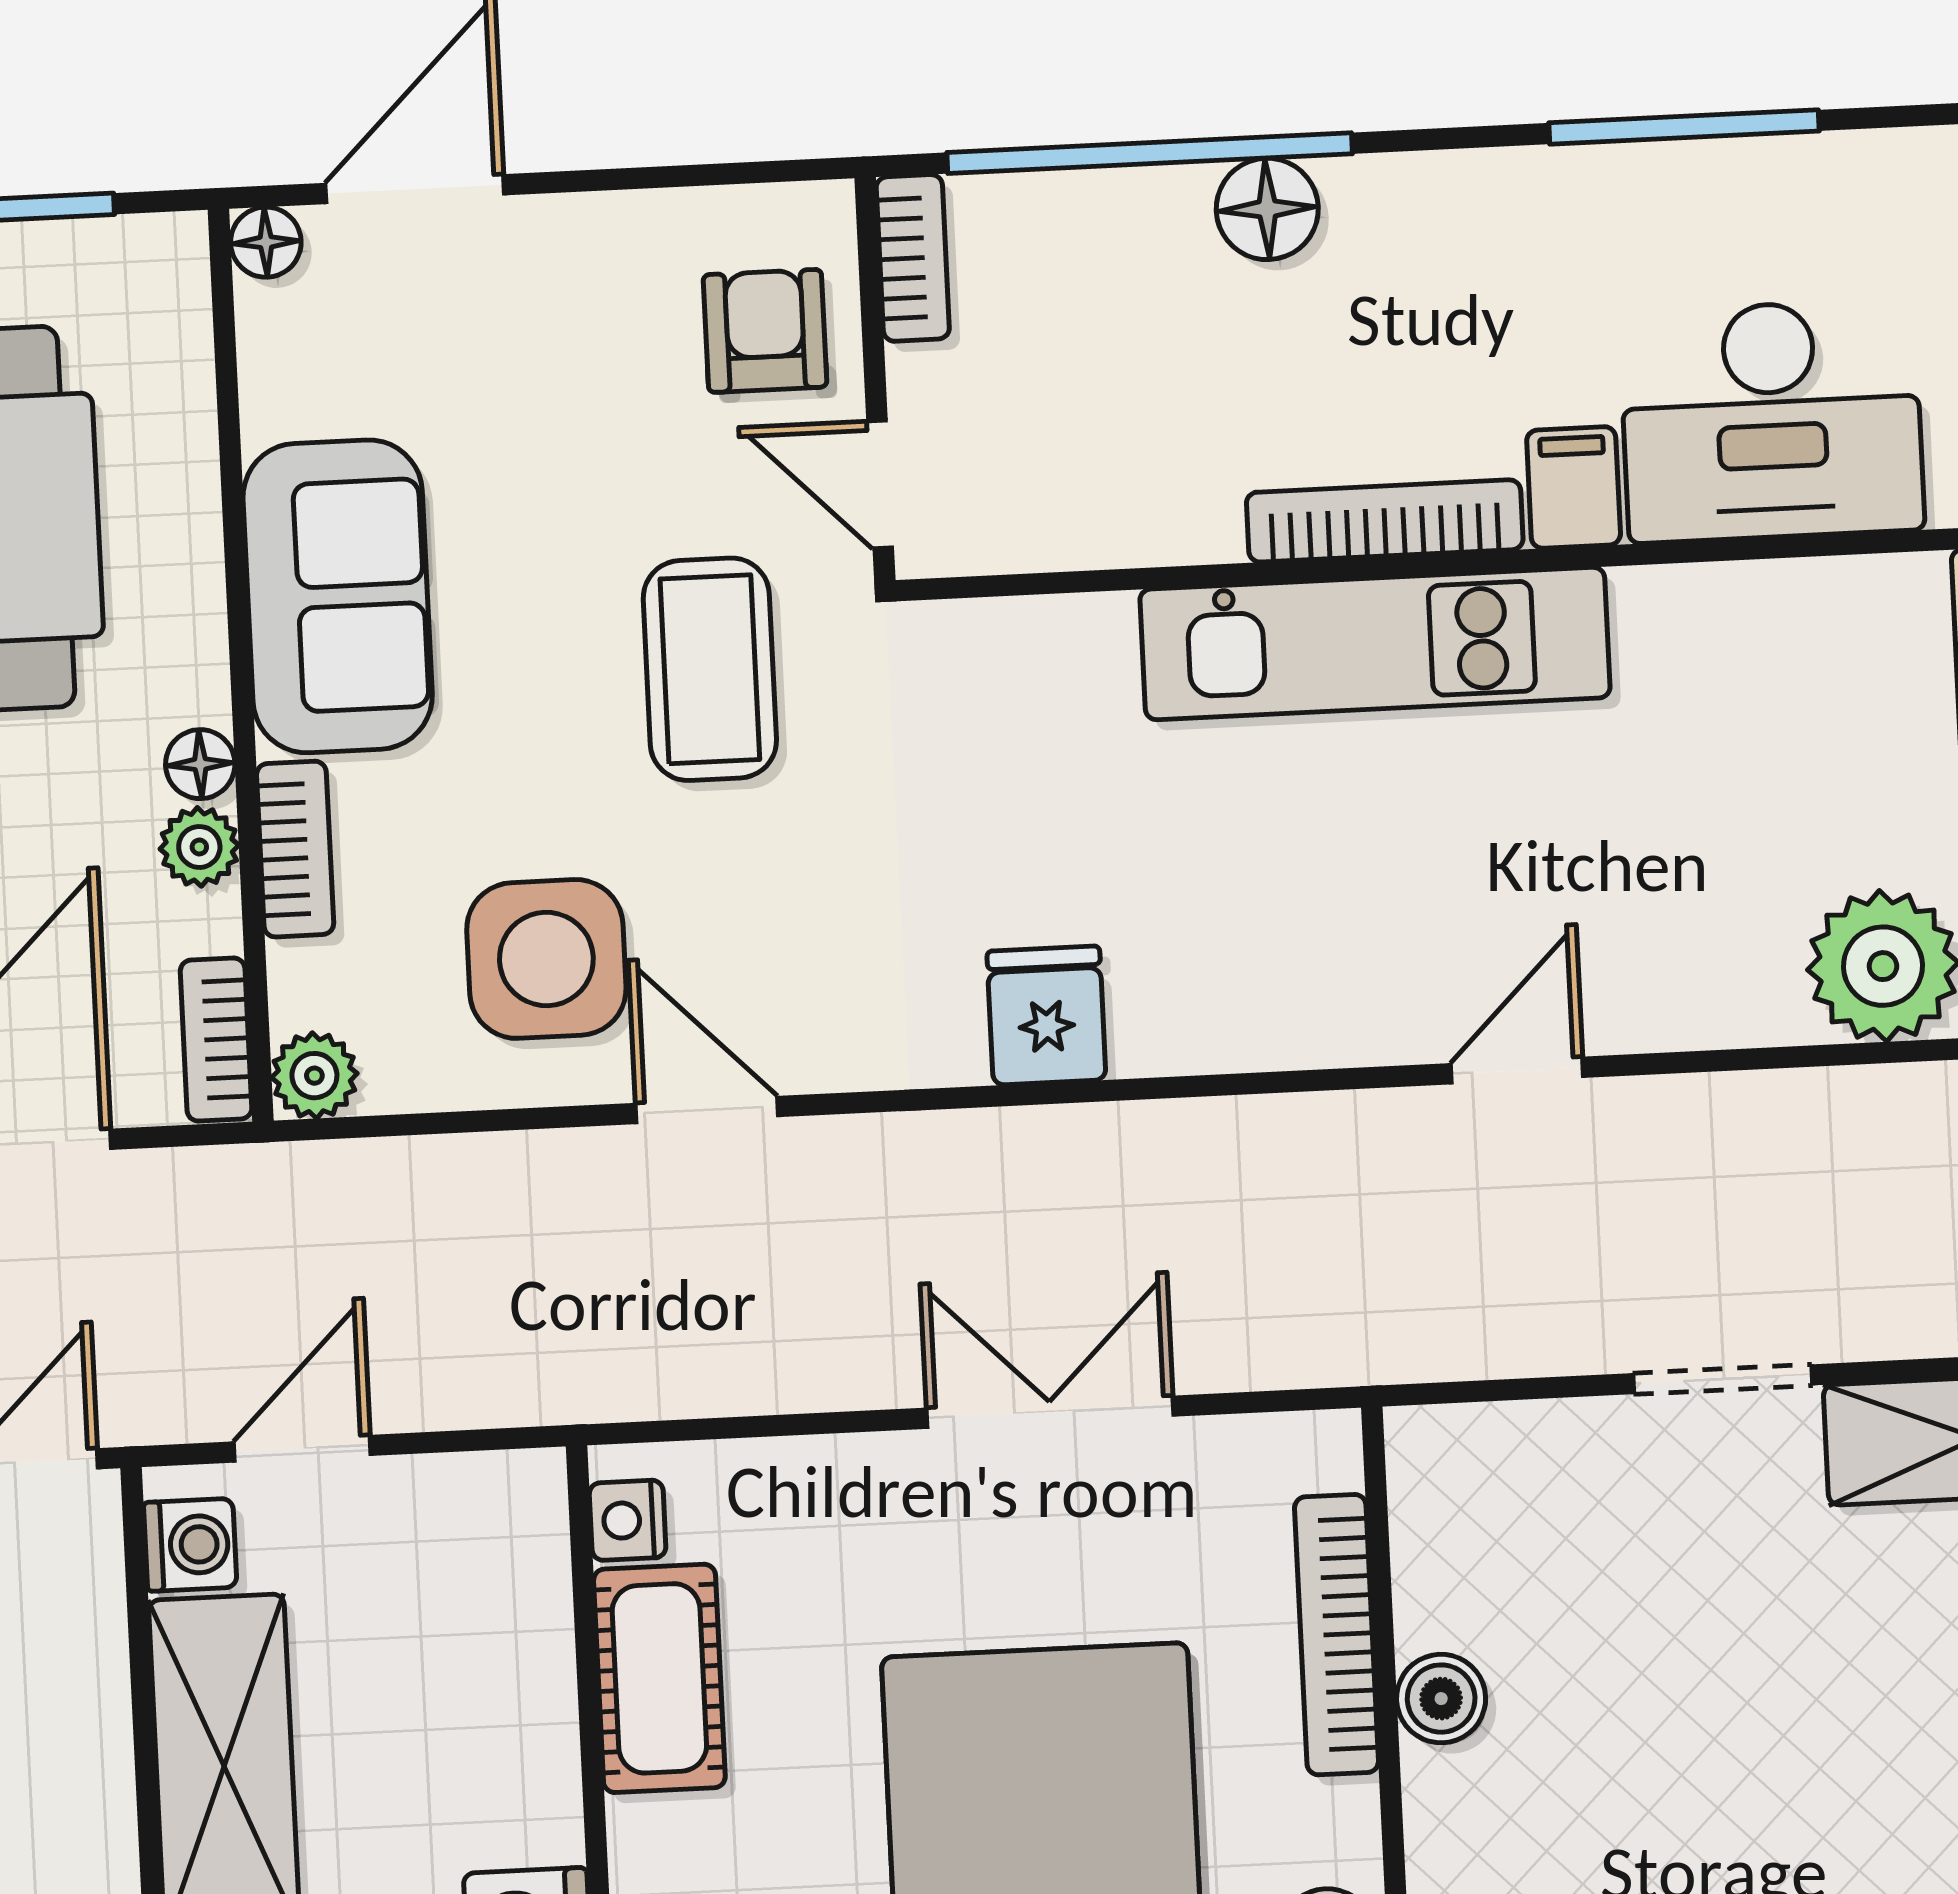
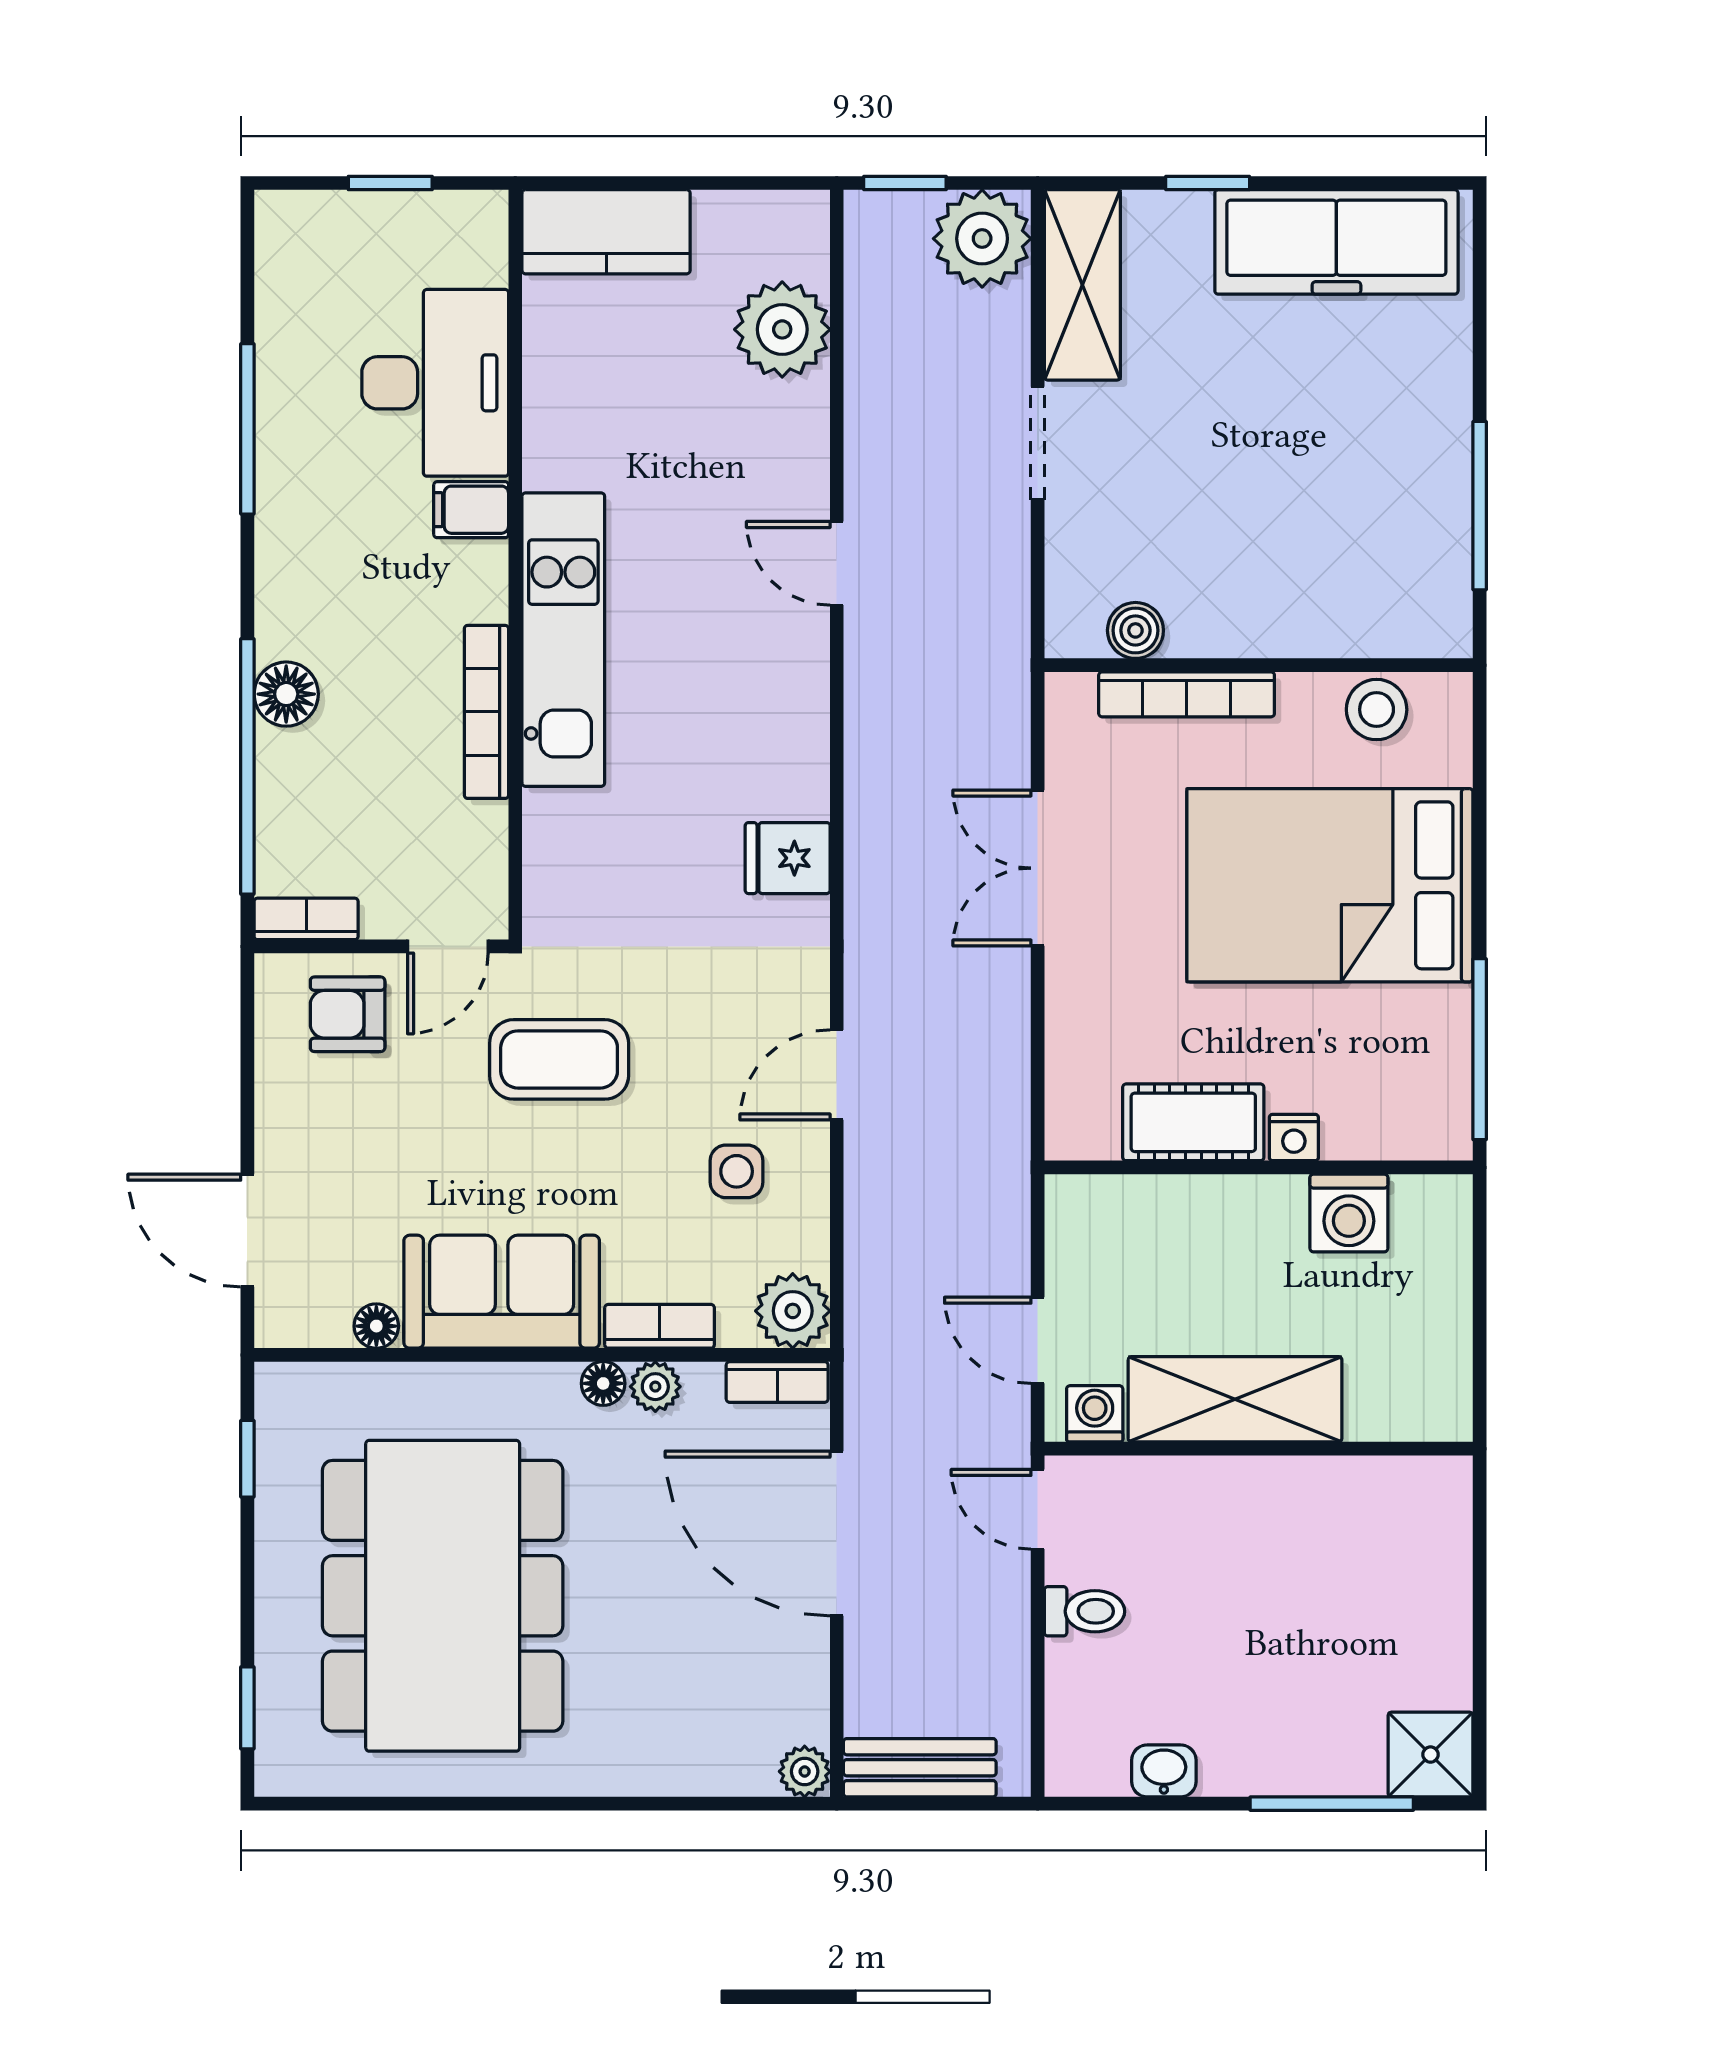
floor lamp: (266, 242) -> (376, 1326), moved
bookcase: (1385, 521) -> (486, 712), moved
side table: (546, 959) -> (737, 1171), width x0.54, depth x0.54
plant: (314, 1076) -> (793, 1311), width x1.38, depth x1.38
nightstand: (628, 1520) -> (1294, 1137), moved
boiler: (1441, 1699) -> (1135, 630), moved

